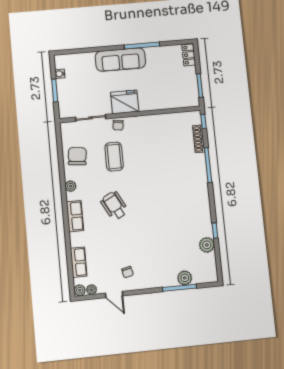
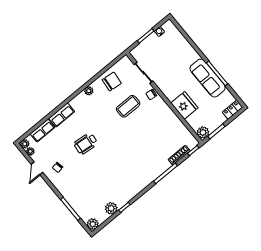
sofa: (120, 60) -> (208, 78), moved
plant: (192, 100) -> (203, 132), added
fridge: (125, 102) -> (184, 105), moved
wheelchair: (114, 206) -> (86, 144), moved, turned -146
row of seats: (75, 216) -> (62, 115), moved
plant: (185, 278) -> (93, 224), moved

